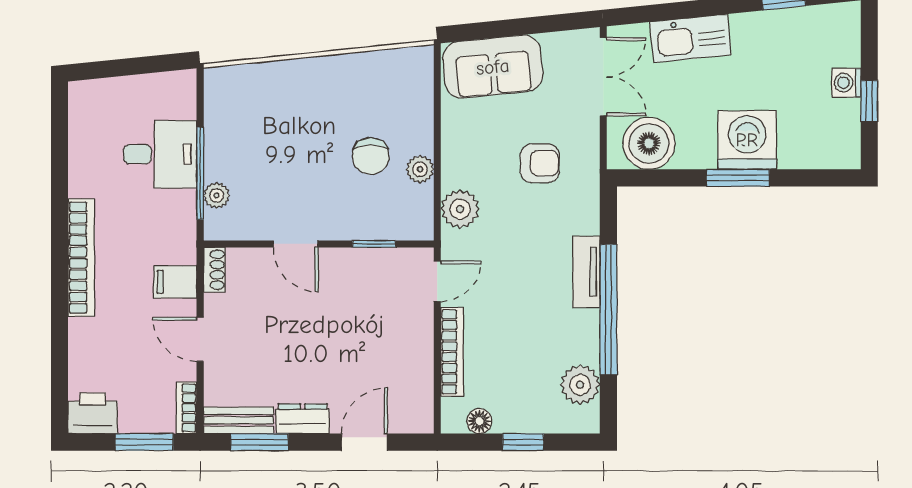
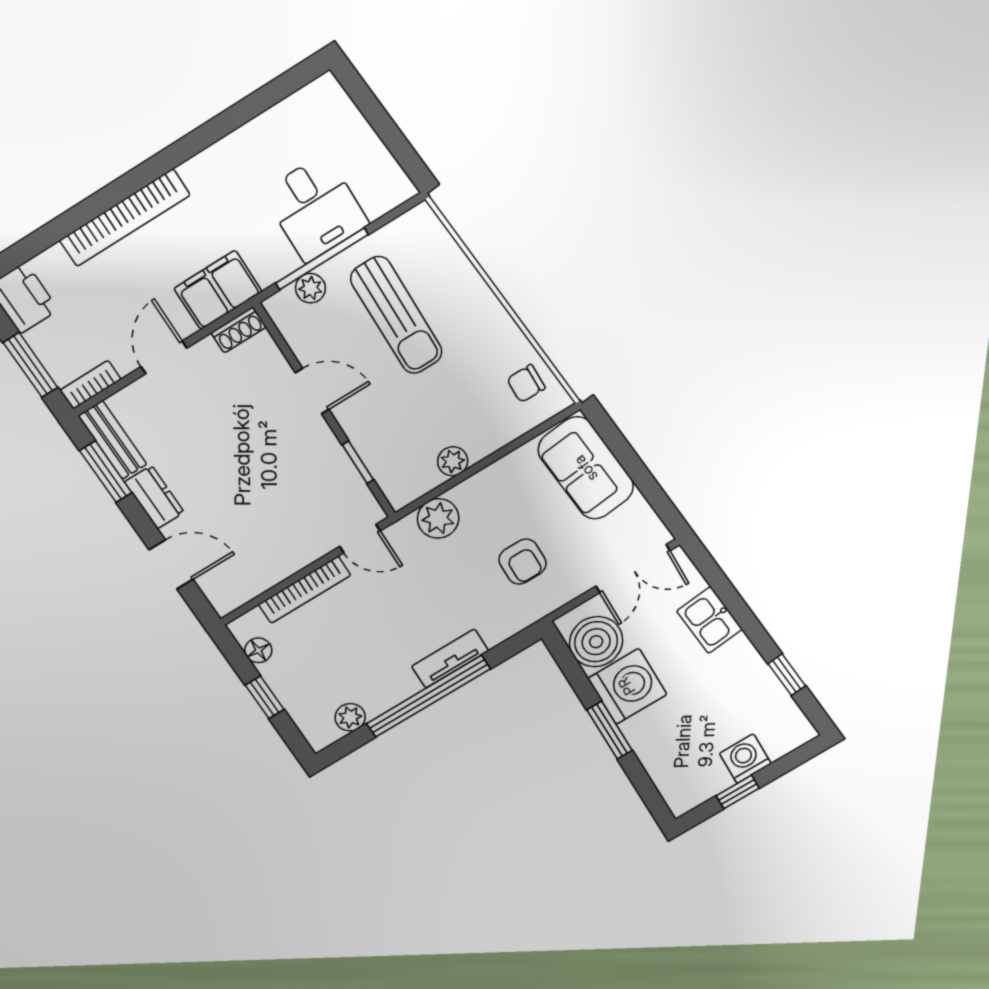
kitchen sink: (691, 38) -> (710, 620), width x0.73
washing machine: (846, 83) -> (745, 759), width x1.38, depth x1.38
washing machine: (747, 140) -> (627, 686), moved
sun lounger: (278, 143) -> (397, 315), added
chair: (371, 156) -> (526, 384), moved, width x0.73, depth x0.73
door: (296, 244) -> (312, 391), swing flipped
bookcase: (81, 258) -> (125, 218), moved
filing cabinet: (175, 282) -> (218, 290), width x2.00
plant: (580, 385) -> (350, 717), width x0.73, depth x0.73

